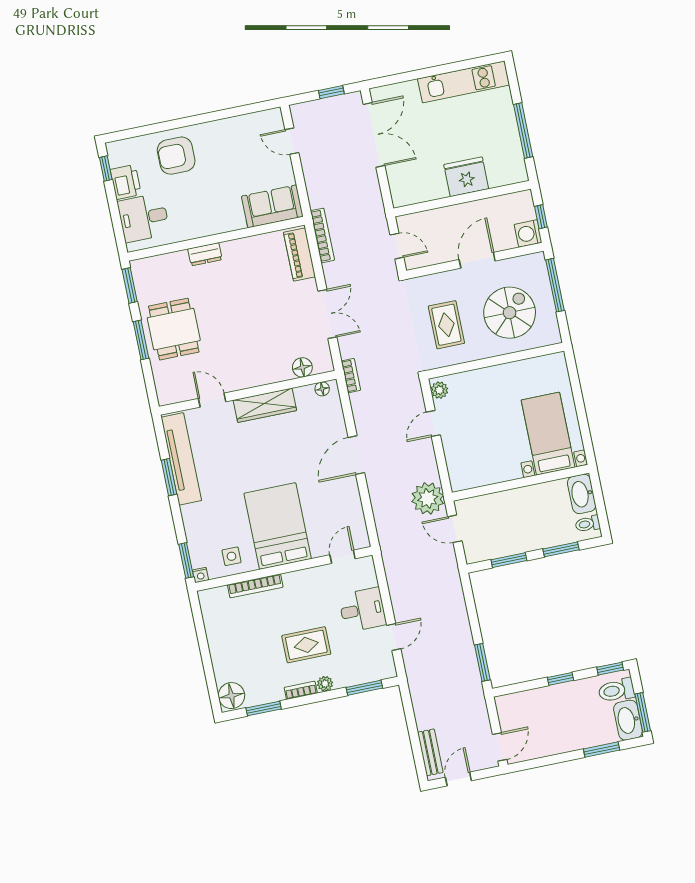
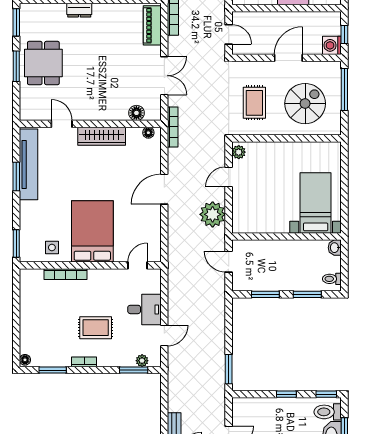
bookcase: (351, 376) -> (173, 127), width x1.56
washbasin: (582, 494) -> (335, 248), width x0.52, depth x0.69
plant: (428, 498) -> (213, 214), moved
nightstand: (200, 575) -> (25, 257), removed
plant: (325, 684) -> (142, 361), moved
floor lamp: (231, 696) -> (25, 360), width x0.53, depth x0.53

